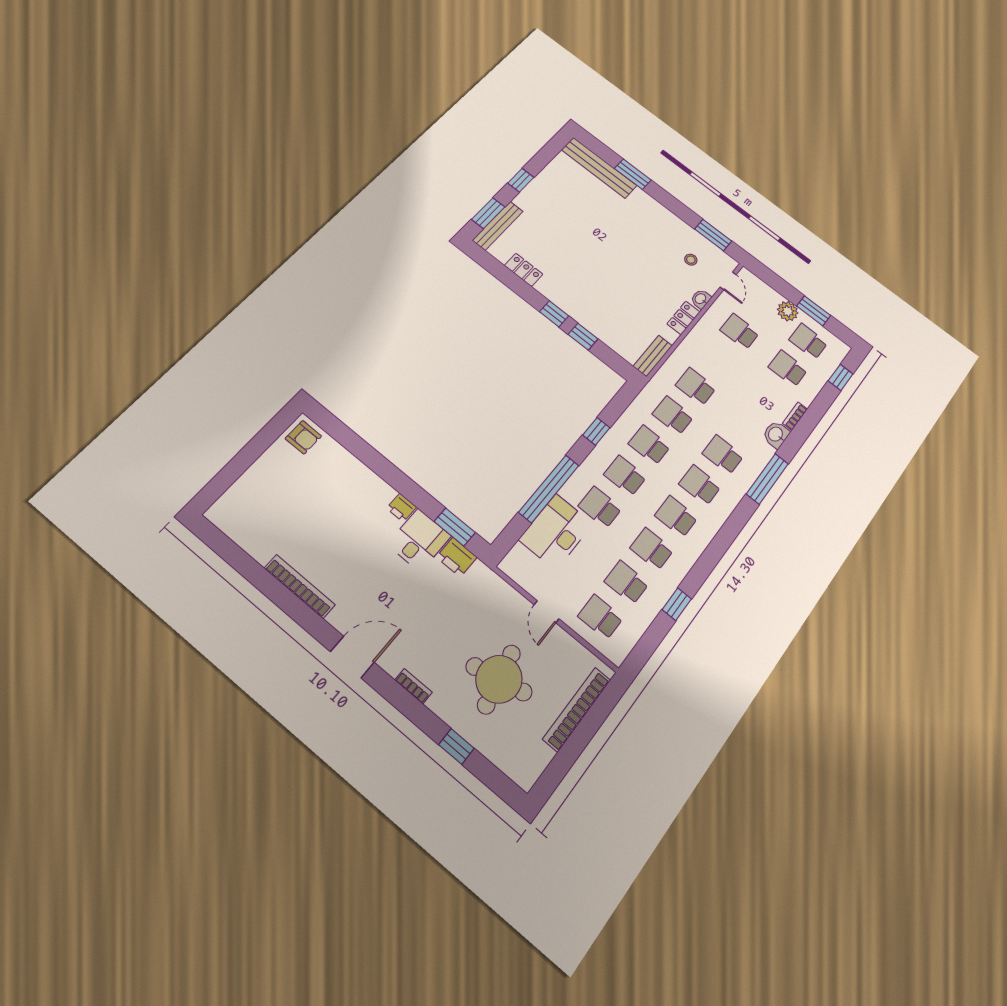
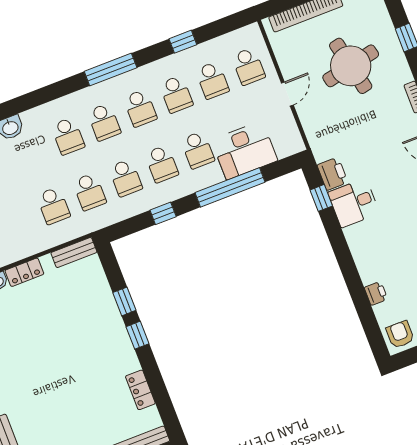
window: (767, 479) -> (111, 70), moved
printer: (402, 508) -> (376, 293), moved
window: (455, 527) -> (321, 198), width x0.67

